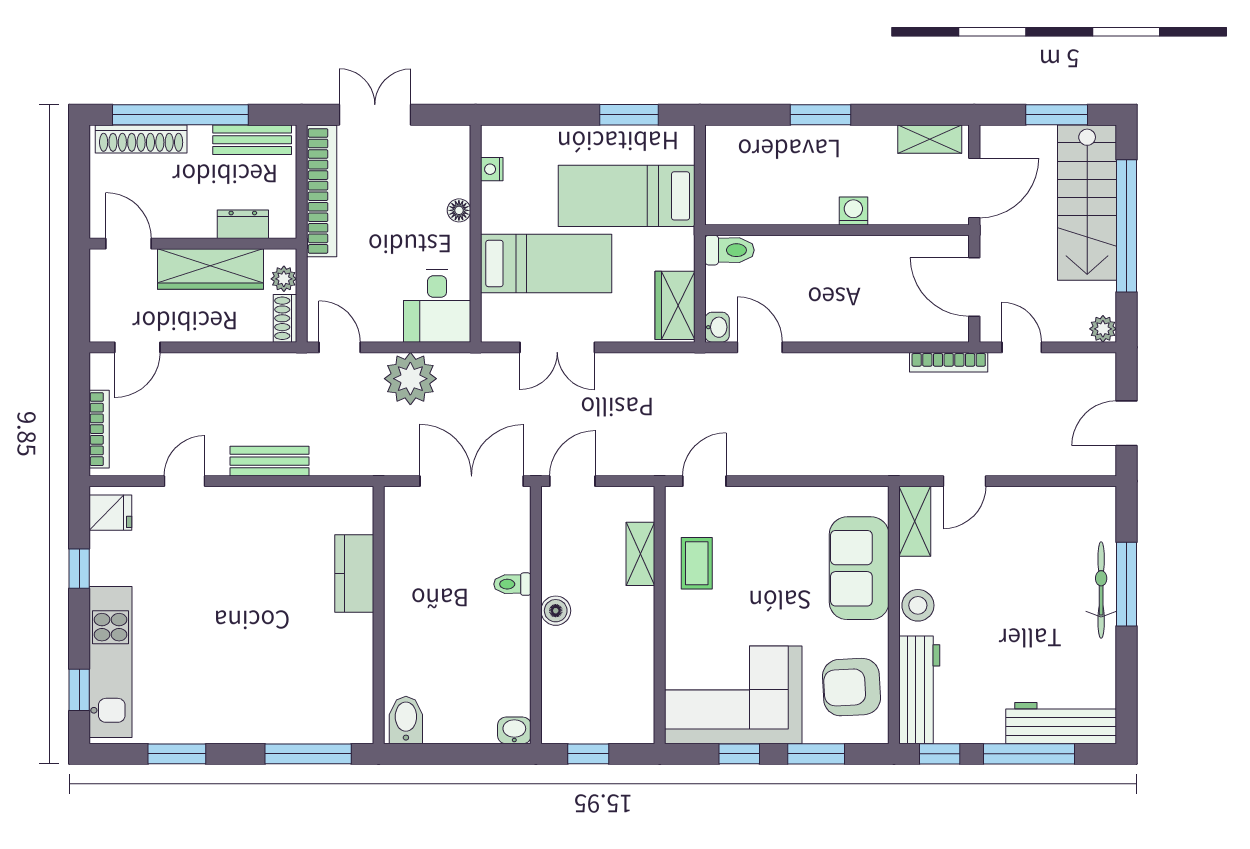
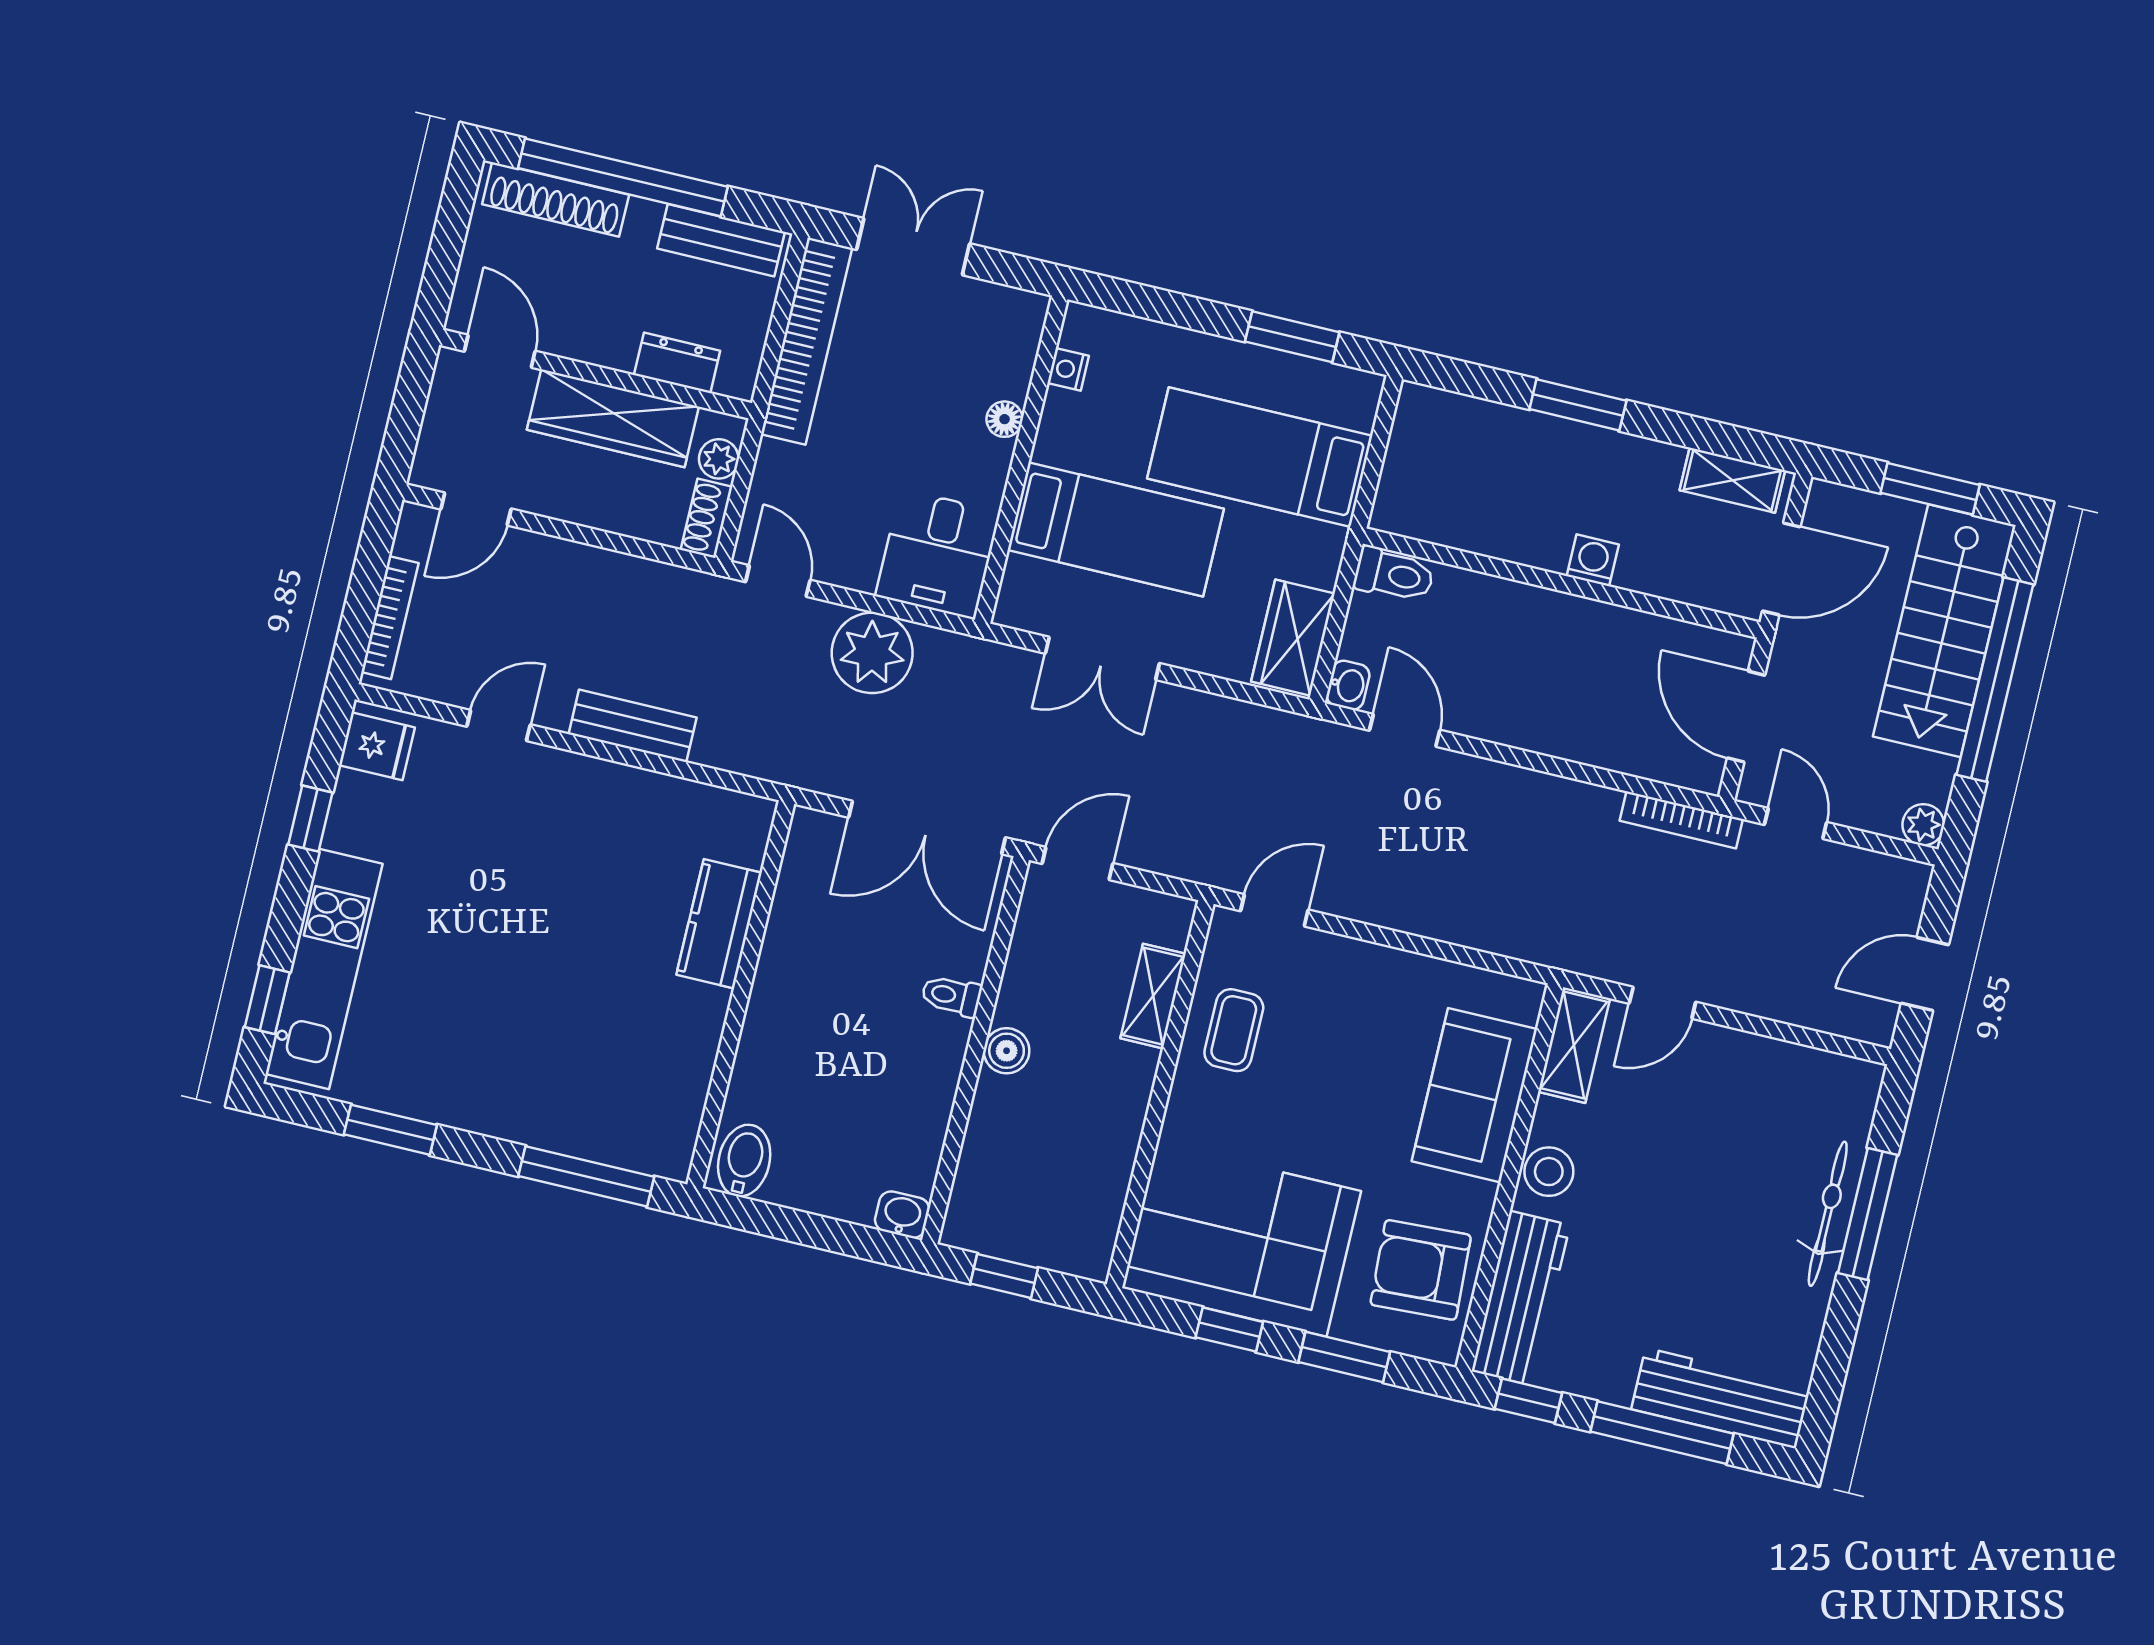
double door: (472, 481) -> (927, 828), swing flipped

